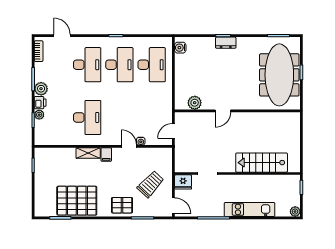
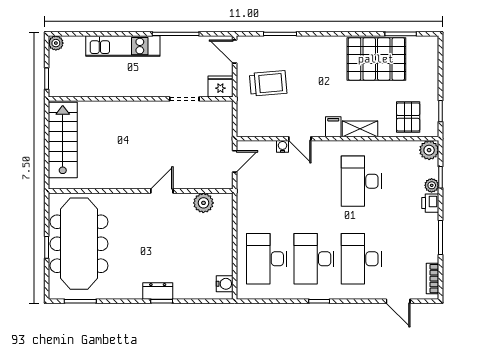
plant: (41, 89) -> (429, 150), moved
stairs: (262, 163) -> (63, 140), moved, turned -90
trolley: (151, 184) -> (268, 83), turned -138
pallet: (122, 205) -> (408, 117), moved, turned 90

